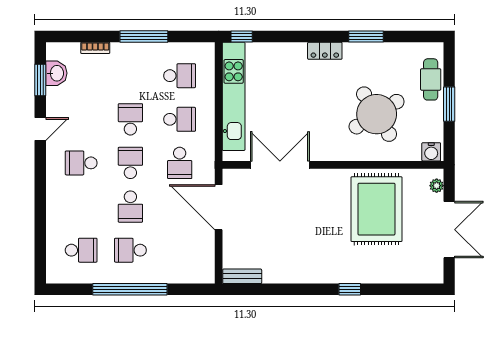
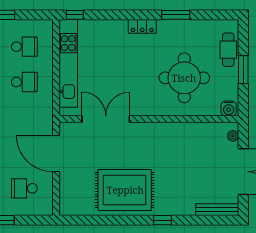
round table: (377, 114) -> (184, 78), turned 32
school desk: (180, 163) -> (24, 188), moved, turned 90
rug: (376, 209) -> (125, 190), moved, turned 90
bench: (242, 276) -> (217, 210), moved, width x1.36

